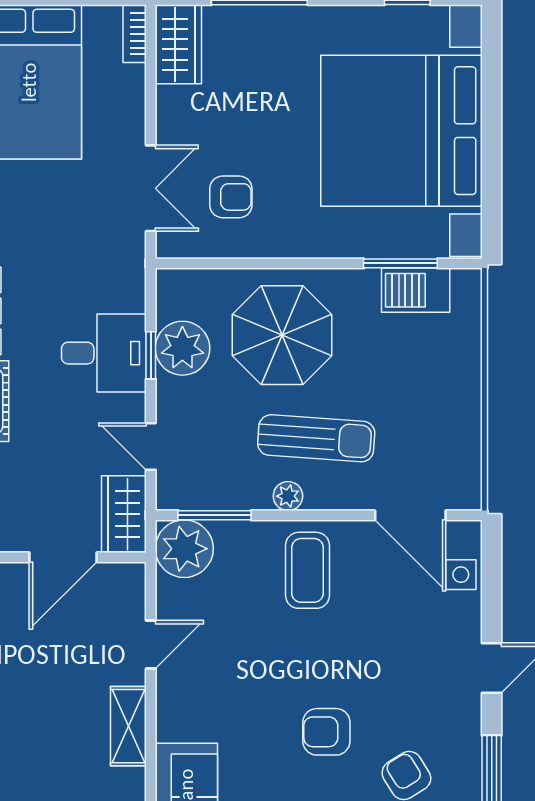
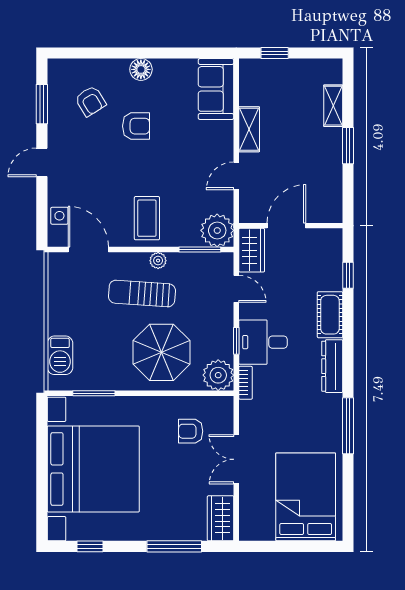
bookcase: (135, 34) -> (246, 383), moved
double door: (151, 188) -> (236, 459), moved
barbecue: (416, 290) -> (60, 355), moved, turned 90
plant: (182, 348) -> (218, 375), moved

